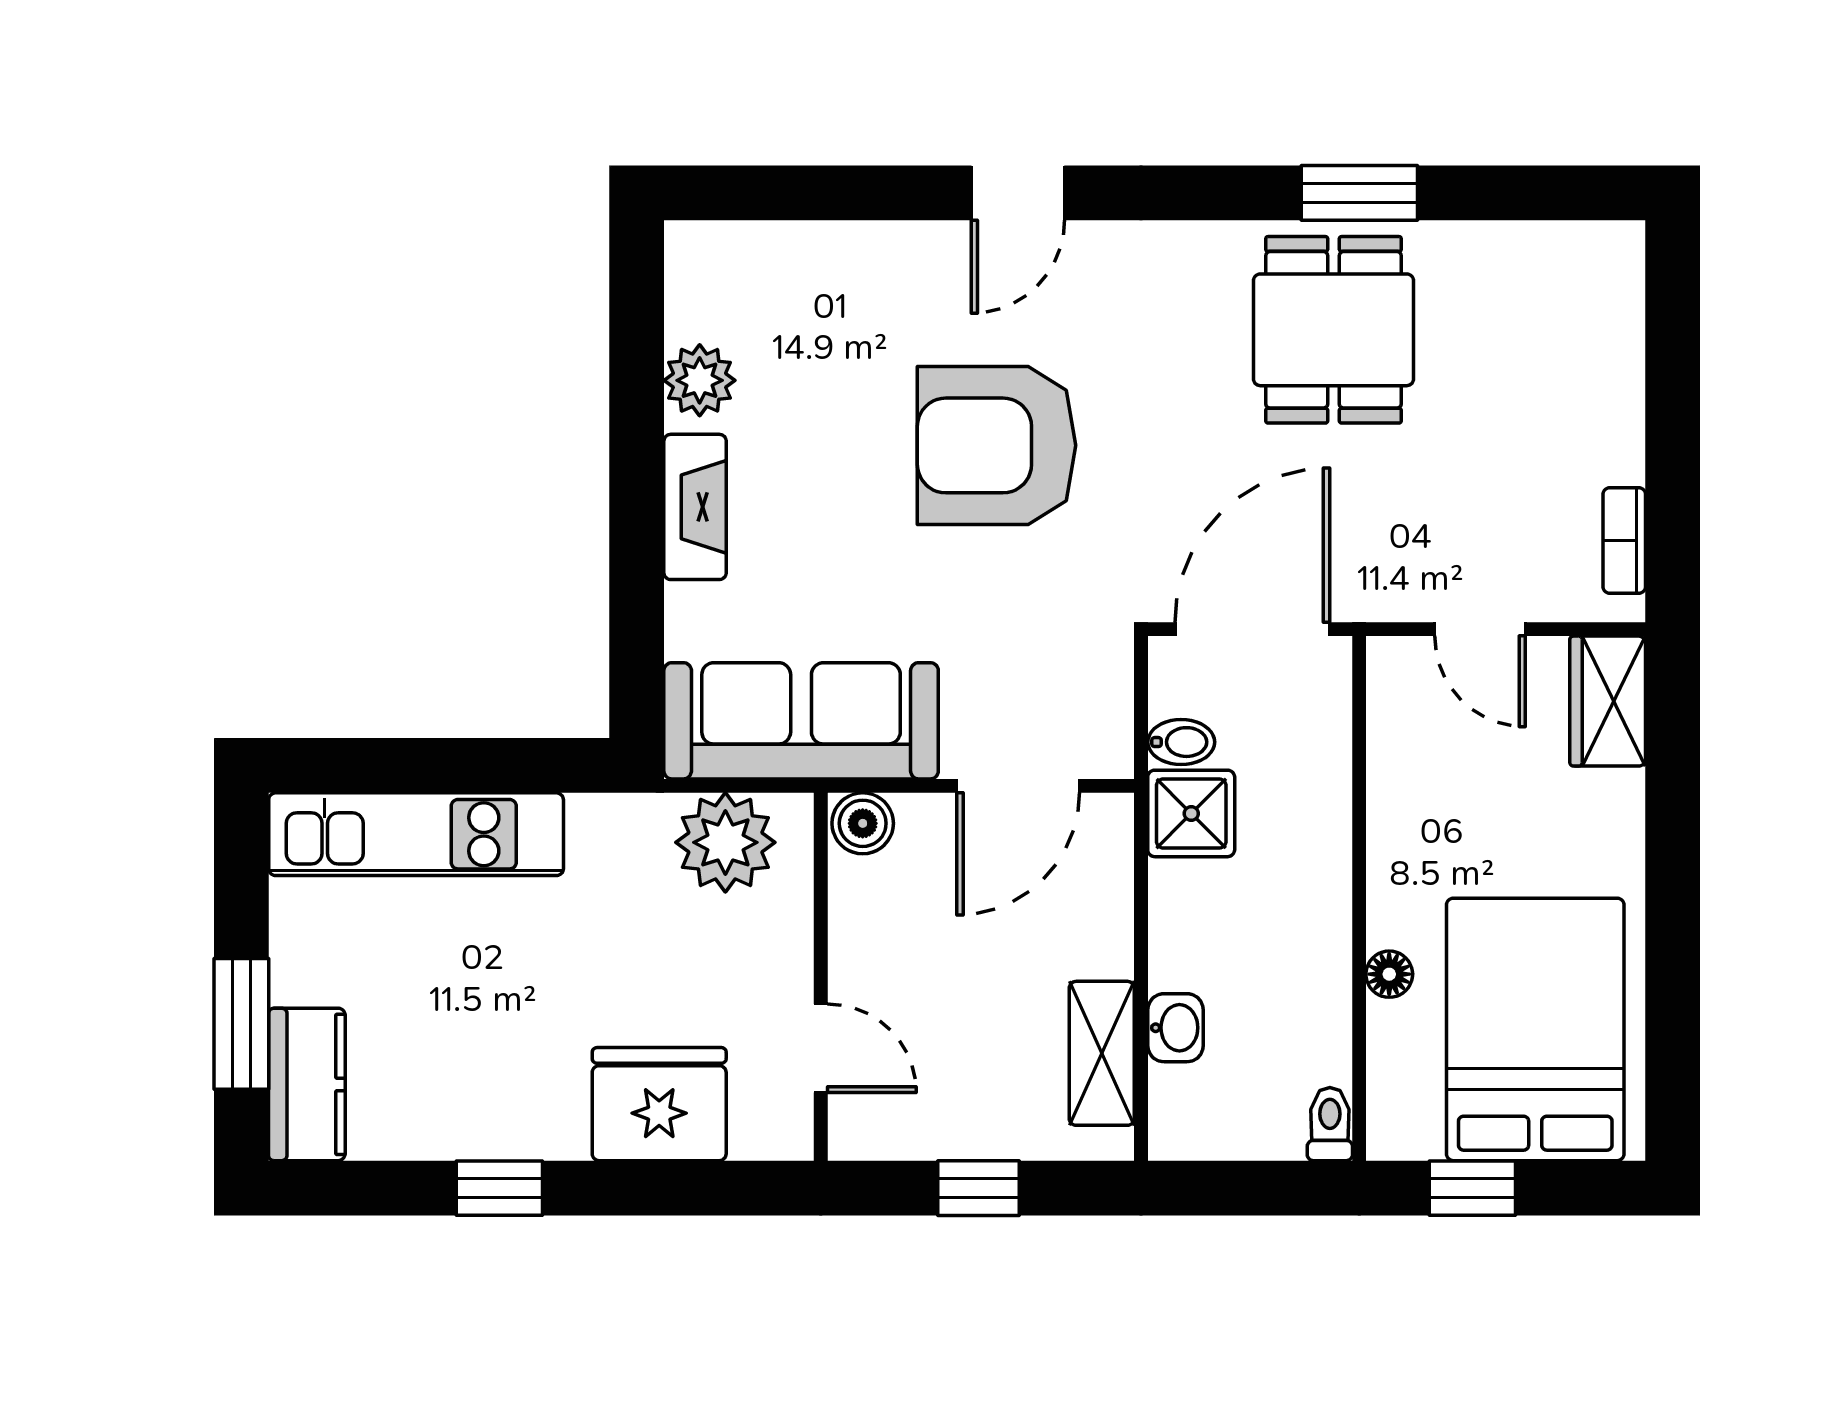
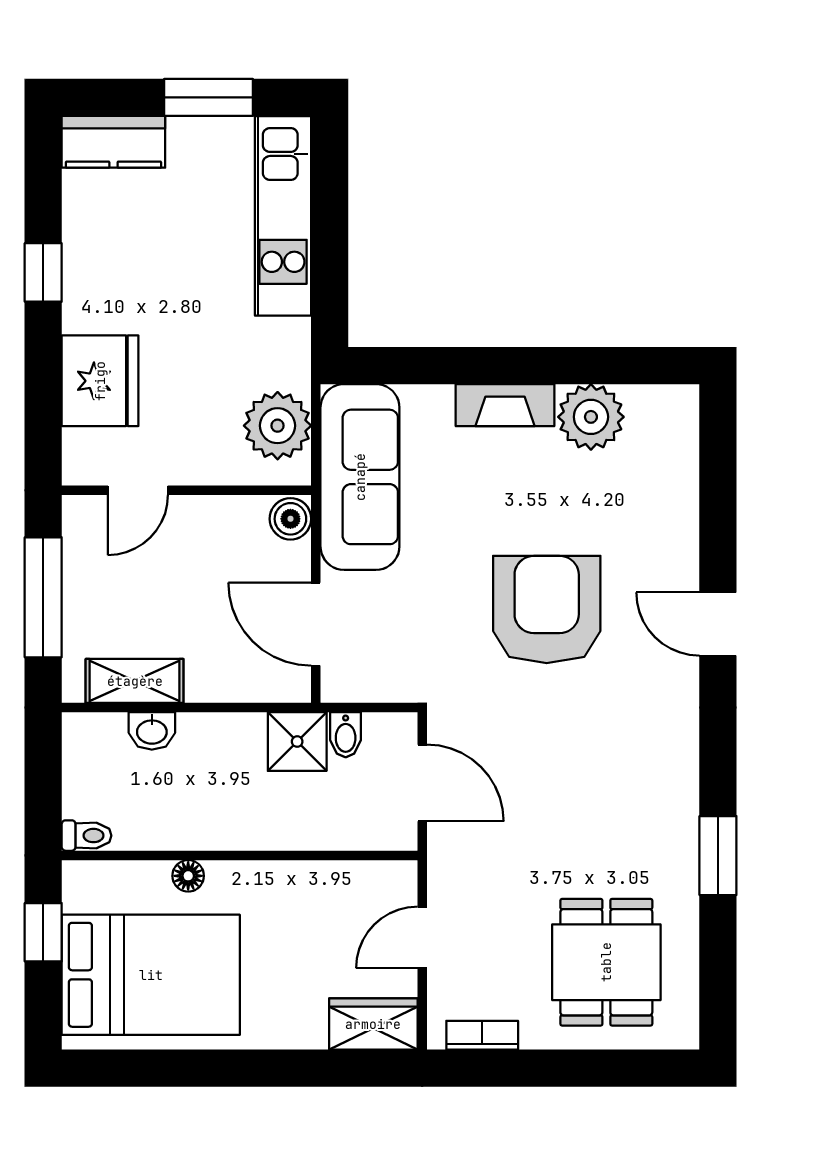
dining table: (1333, 330) -> (606, 962), moved, turned 90
plant: (700, 380) -> (591, 417), width x1.36, depth x1.36
door: (1252, 629) -> (422, 783), width x0.73
window: (241, 1024) -> (208, 97), moved
window: (979, 1188) -> (43, 597), width x2.17

